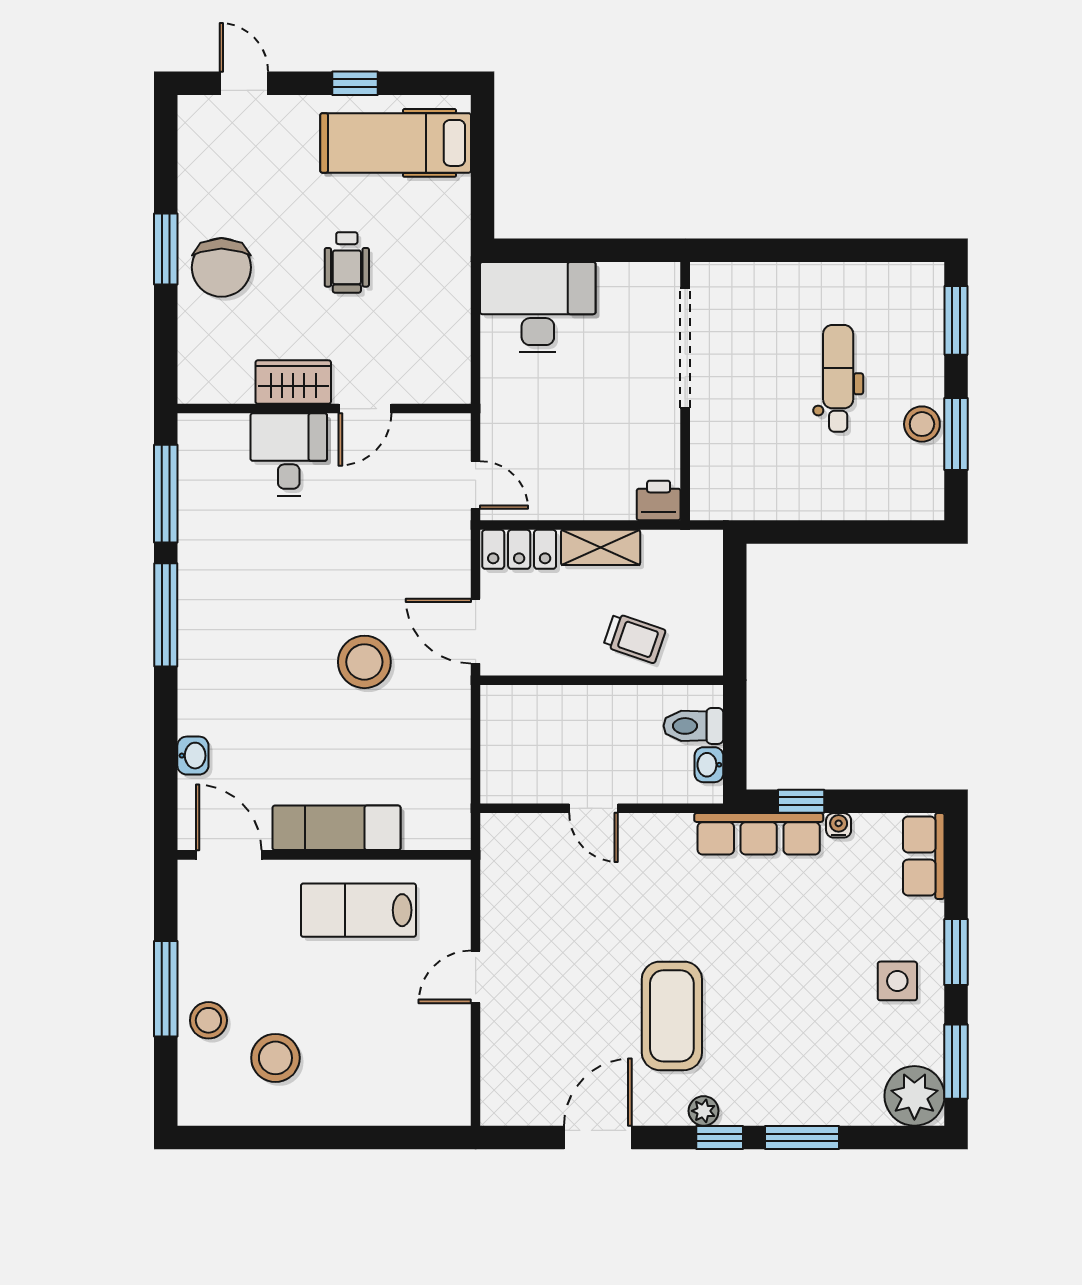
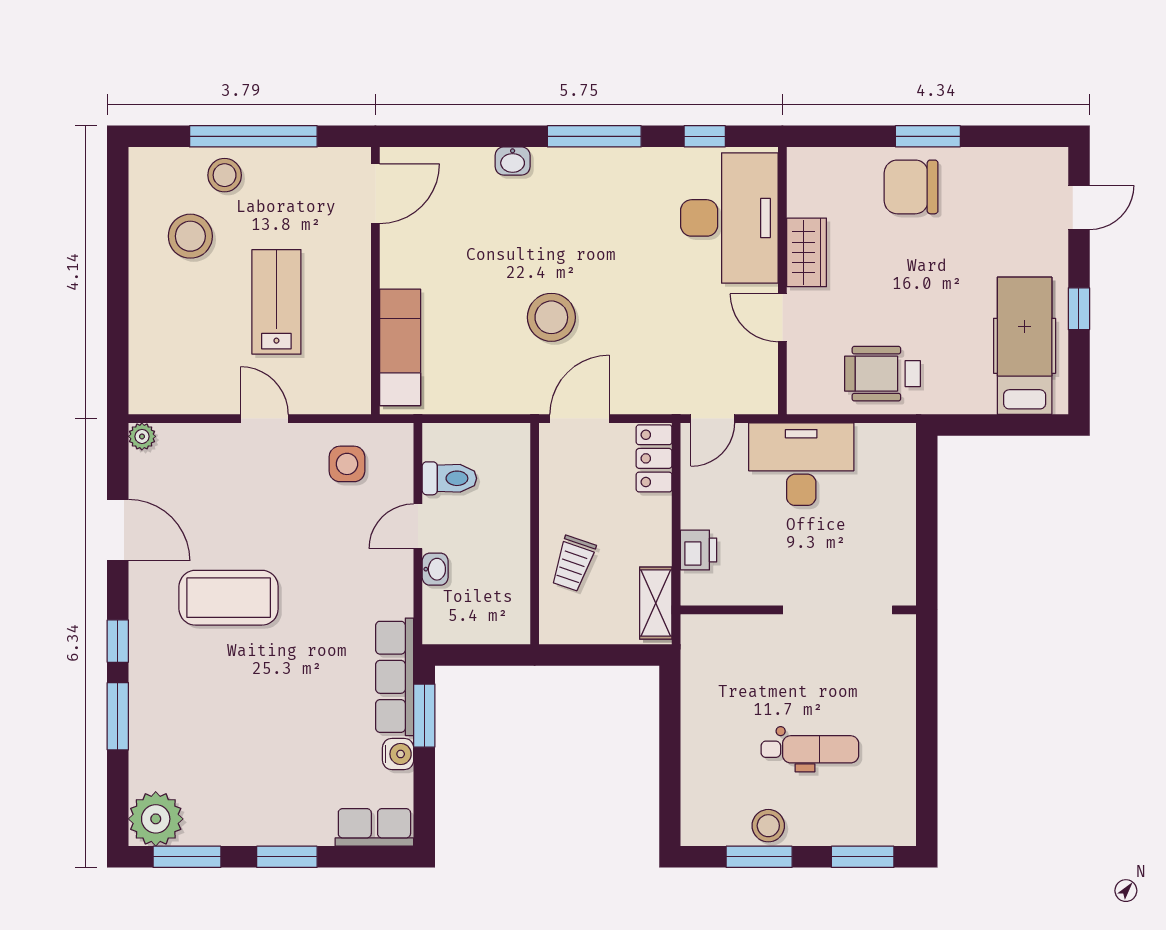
wheelchair: (347, 262) -> (882, 374), moved, width x1.36, depth x1.37
desk: (538, 307) -> (801, 464), moved, turned -90
desk: (289, 454) -> (729, 218), width x1.87, depth x1.30
window: (166, 494) -> (705, 136), width x0.46
printer: (659, 500) -> (699, 550), moved
shelving: (601, 547) -> (656, 603), moved
toilet: (693, 726) -> (449, 478), moved, turned 90
washbasin: (193, 756) -> (513, 161), moved
washbasin: (709, 765) -> (435, 569), moved, turned 90
window: (801, 801) -> (424, 716), width x1.50
water cooler: (839, 825) -> (398, 754), width x1.38, depth x1.38
exam couch: (336, 828) -> (400, 347), moved
lab bench: (358, 910) -> (276, 302), moved
side table: (897, 981) -> (347, 464), moved
window: (166, 989) -> (253, 136), width x1.46
plant: (704, 1111) -> (142, 436), moved

